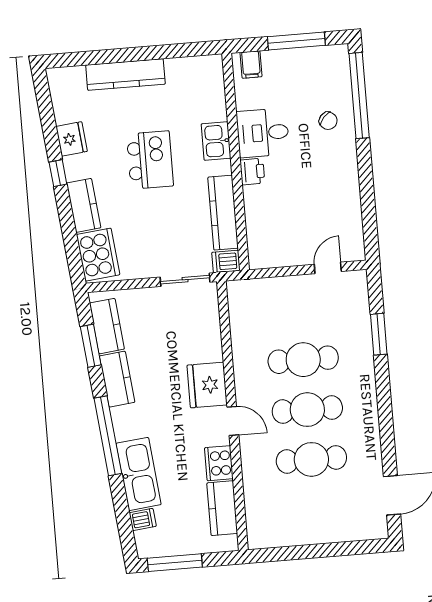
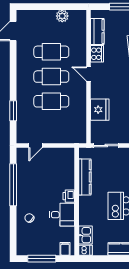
window: (359, 95) -> (13, 185), moved
kitchen sink: (216, 141) -> (85, 235), moved
dishwasher: (226, 261) -> (85, 250), moved
fridge: (207, 385) -> (100, 110), moved
plant: (295, 534) -> (62, 16), added

